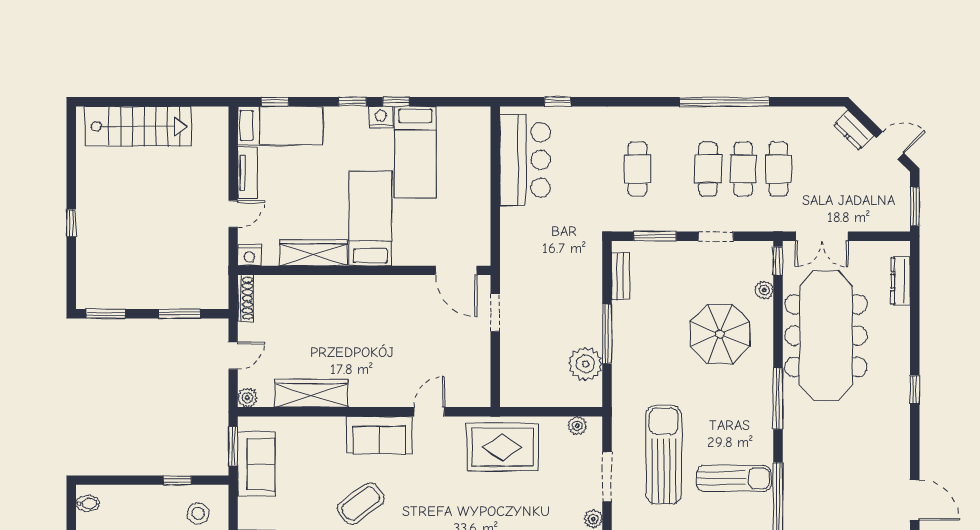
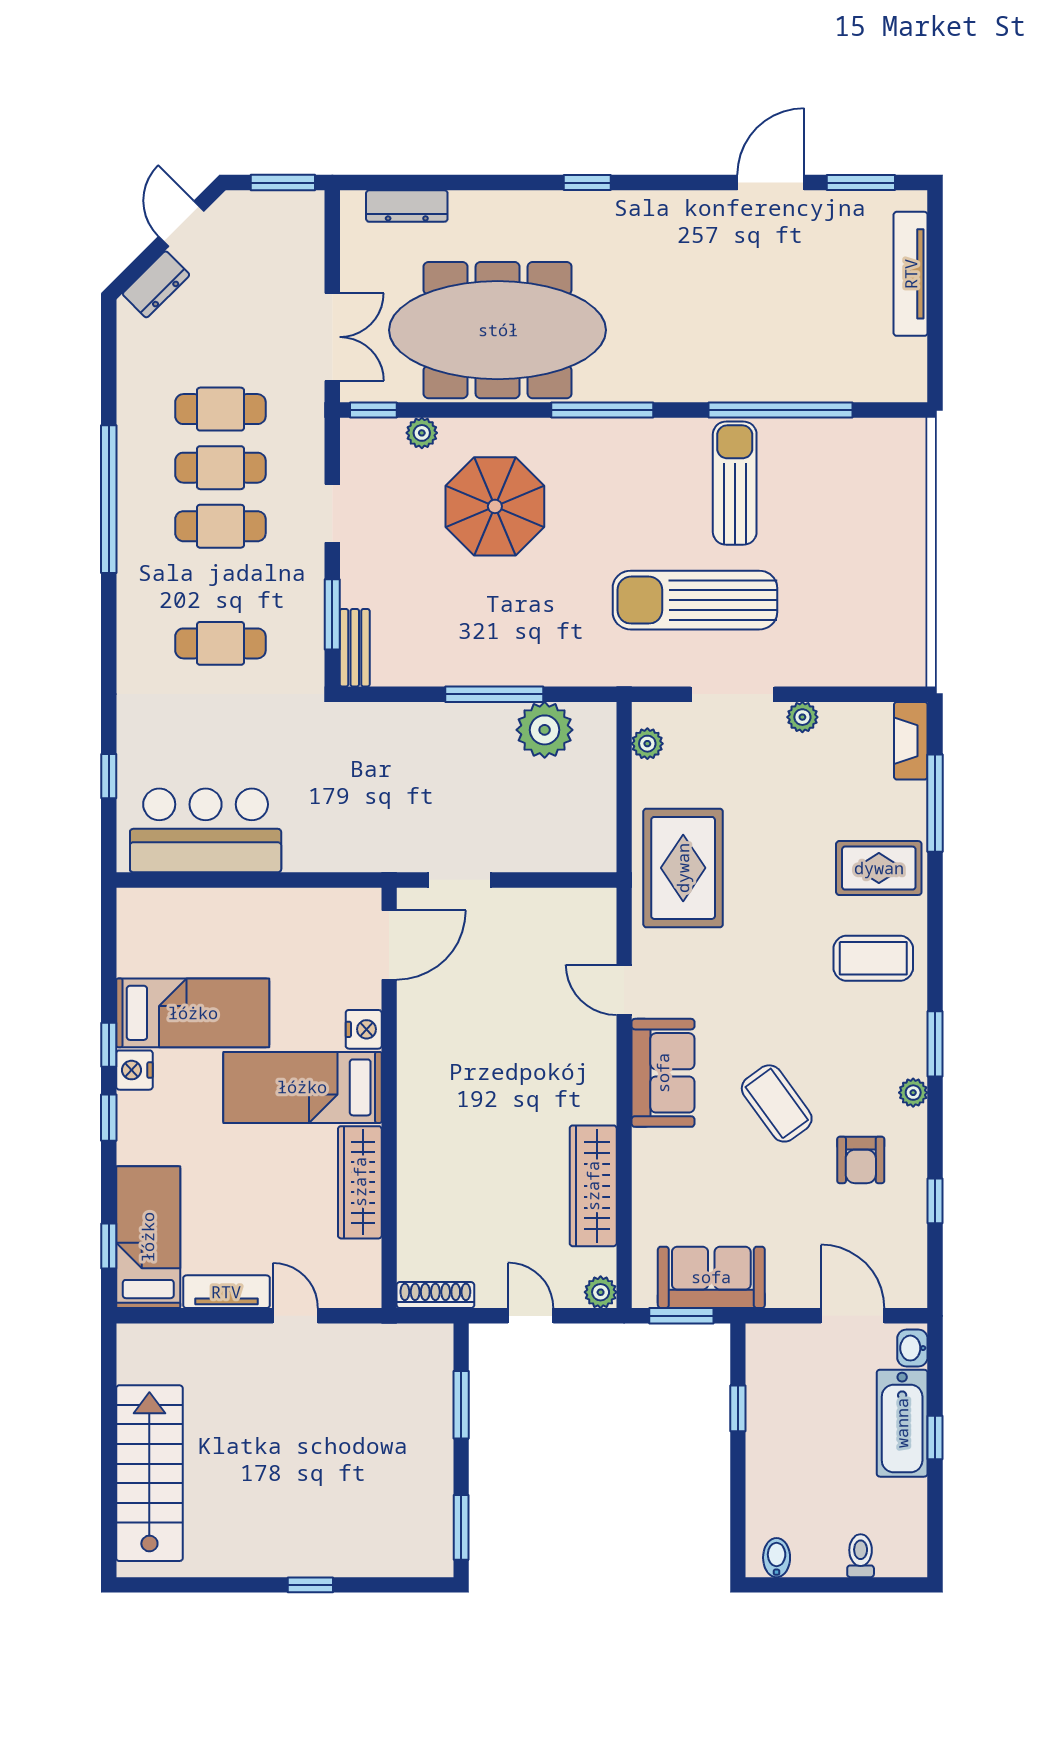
nightstand: (249, 255) -> (364, 1029), moved
bench: (620, 276) -> (355, 648), moved, turned 90
stool: (198, 513) -> (793, 1374), removed

